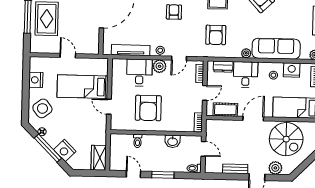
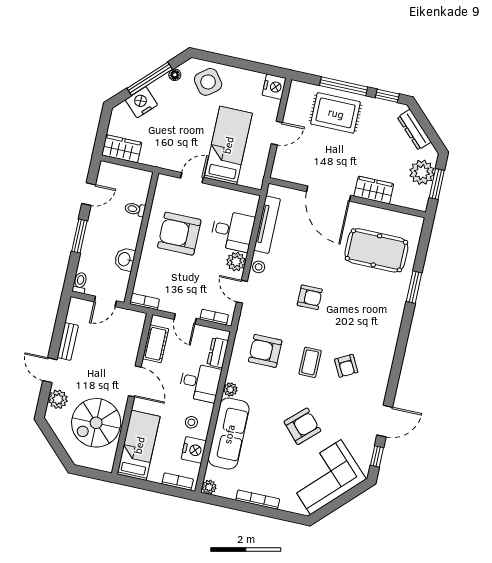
nightstand: (36, 80) -> (274, 87), moved, turned 90

